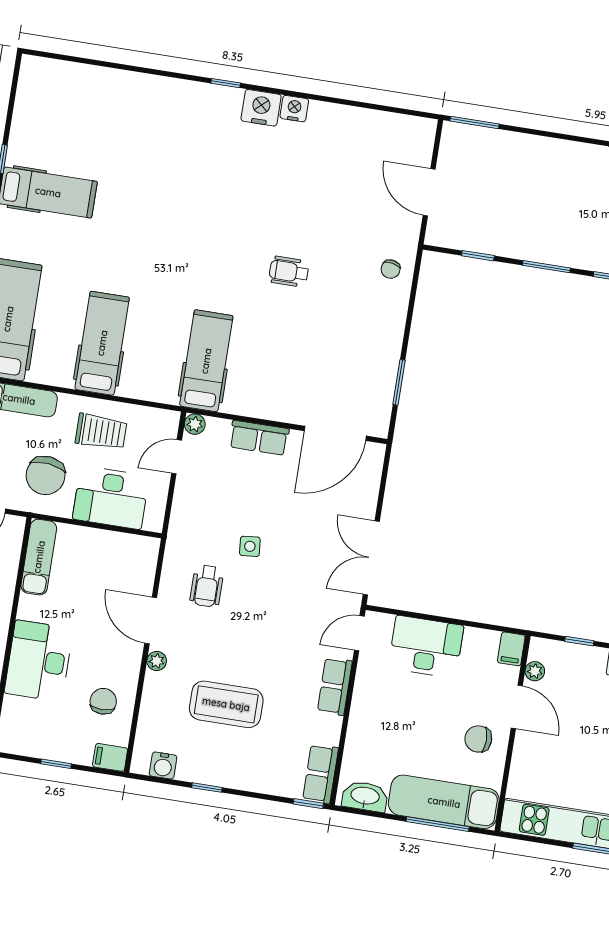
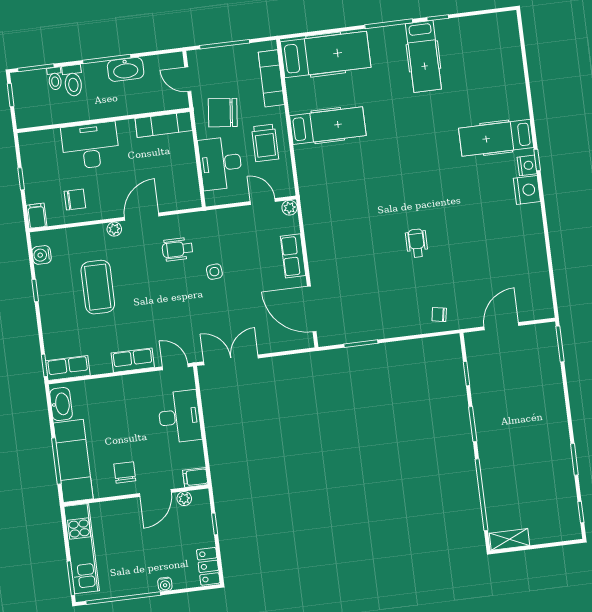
nightstand: (294, 109) -> (527, 165), moved
hospital bed: (206, 361) -> (496, 138), moved, turned 180

